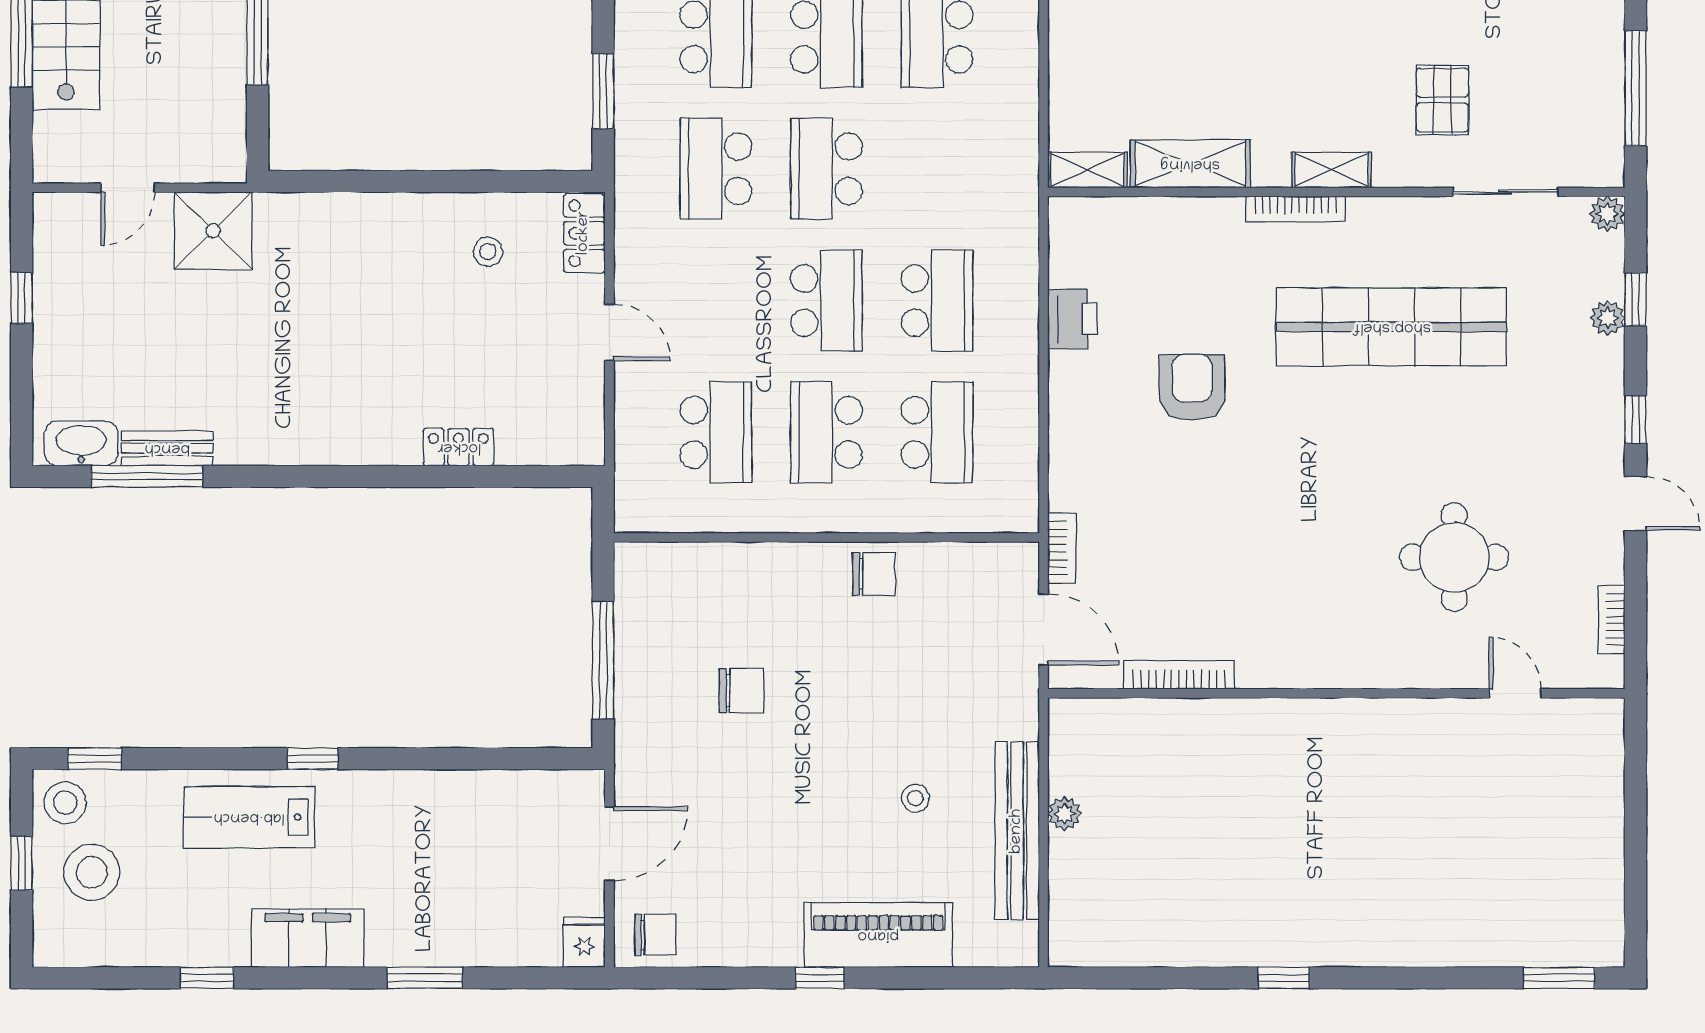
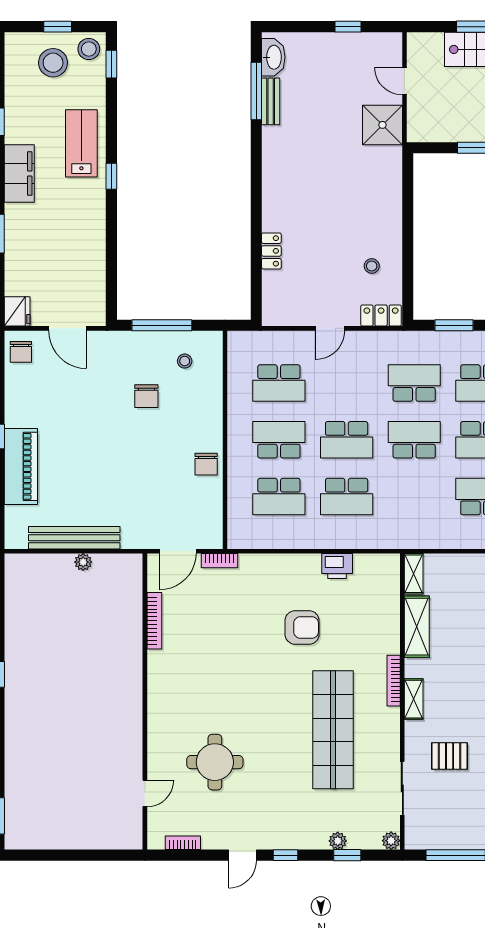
stool: (915, 798) -> (185, 361), moved
fridge: (584, 942) -> (17, 311), width x1.38

